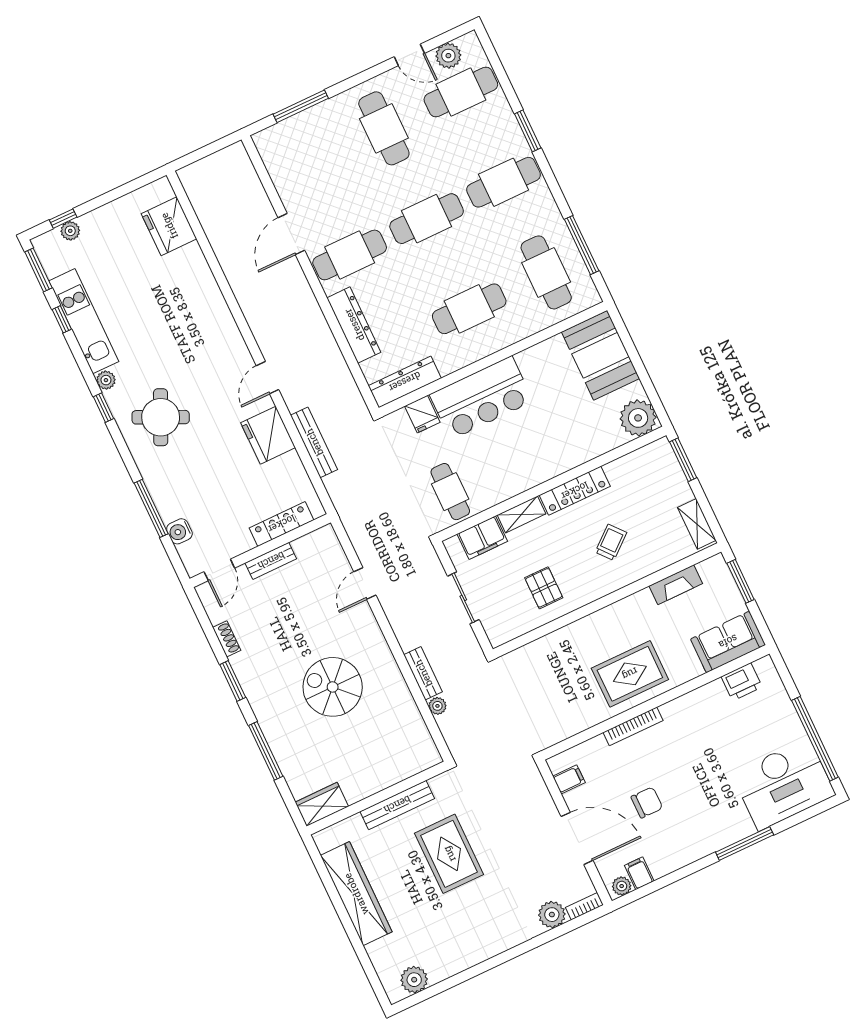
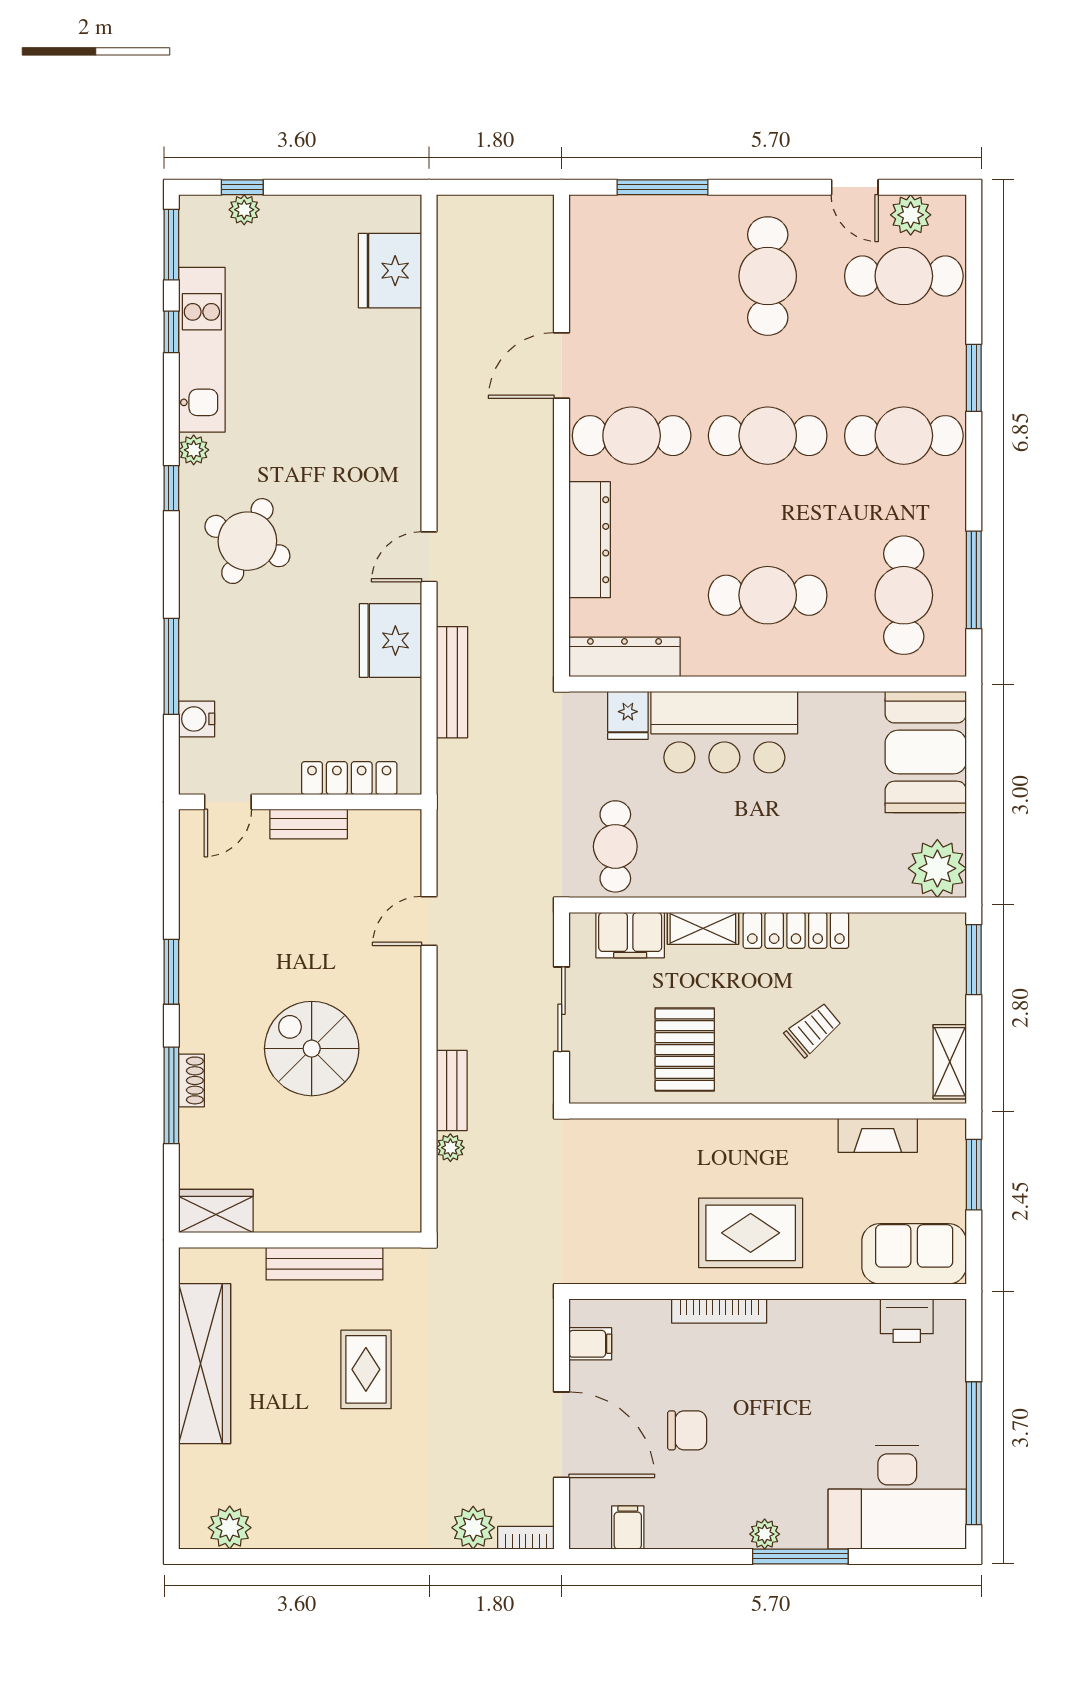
pallet: (544, 588) -> (685, 1050), width x1.50, depth x1.42
shoe rack: (227, 639) -> (192, 1080), moved
rug: (449, 854) -> (366, 1369), width x0.73, depth x0.70
plant: (622, 886) -> (765, 1534), moved

